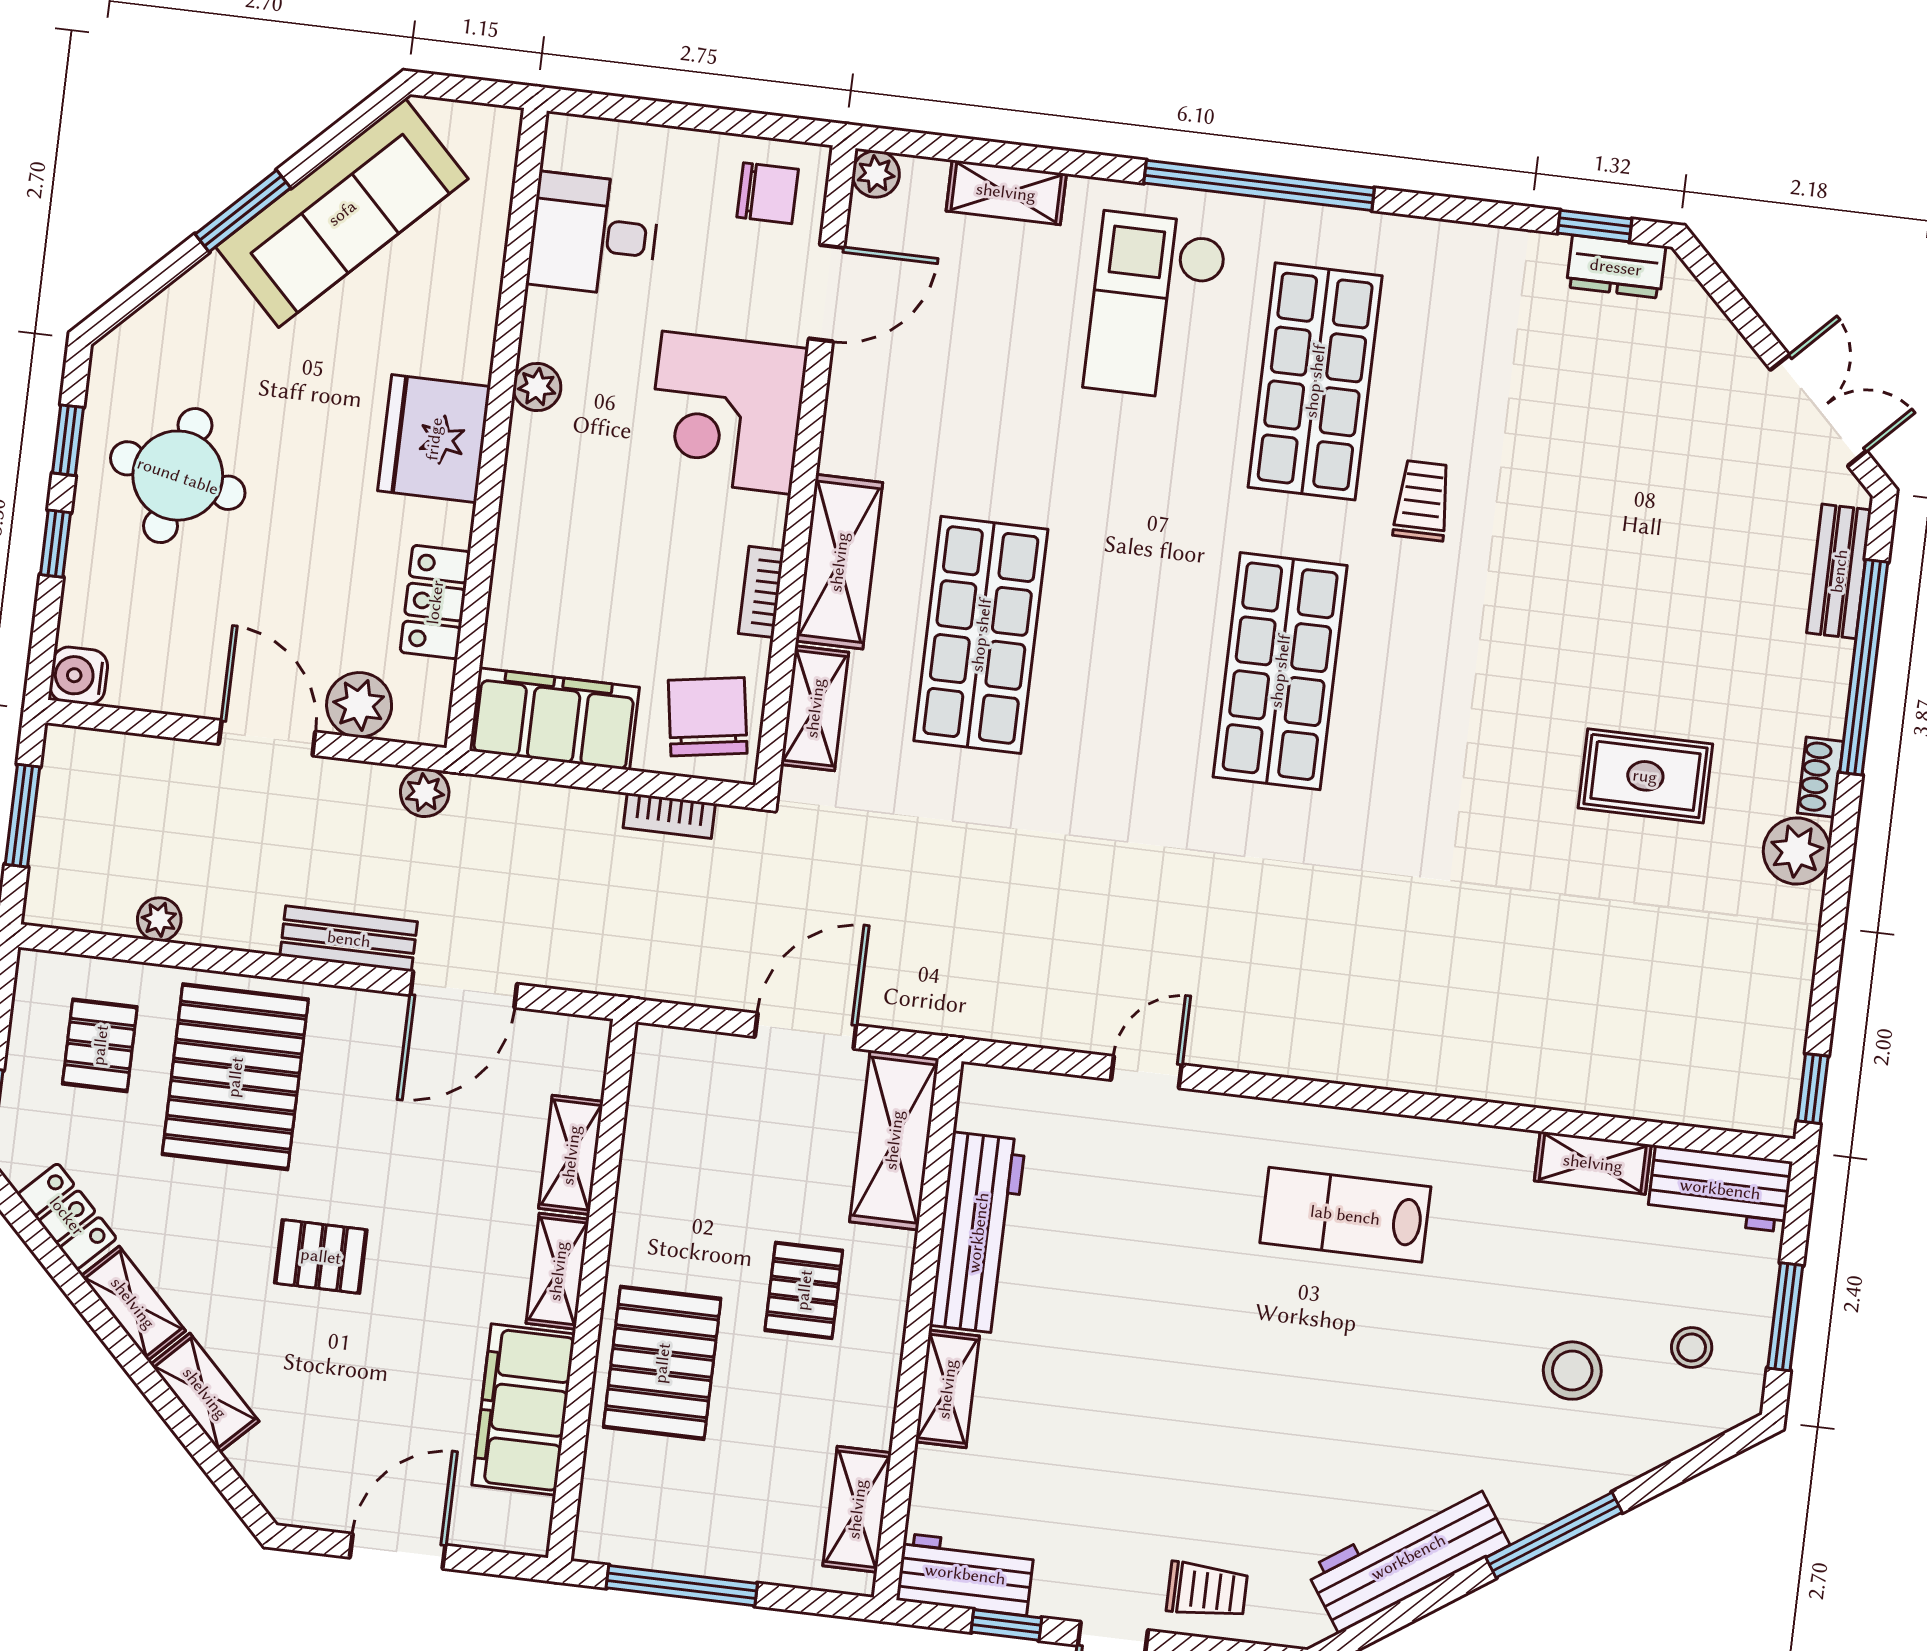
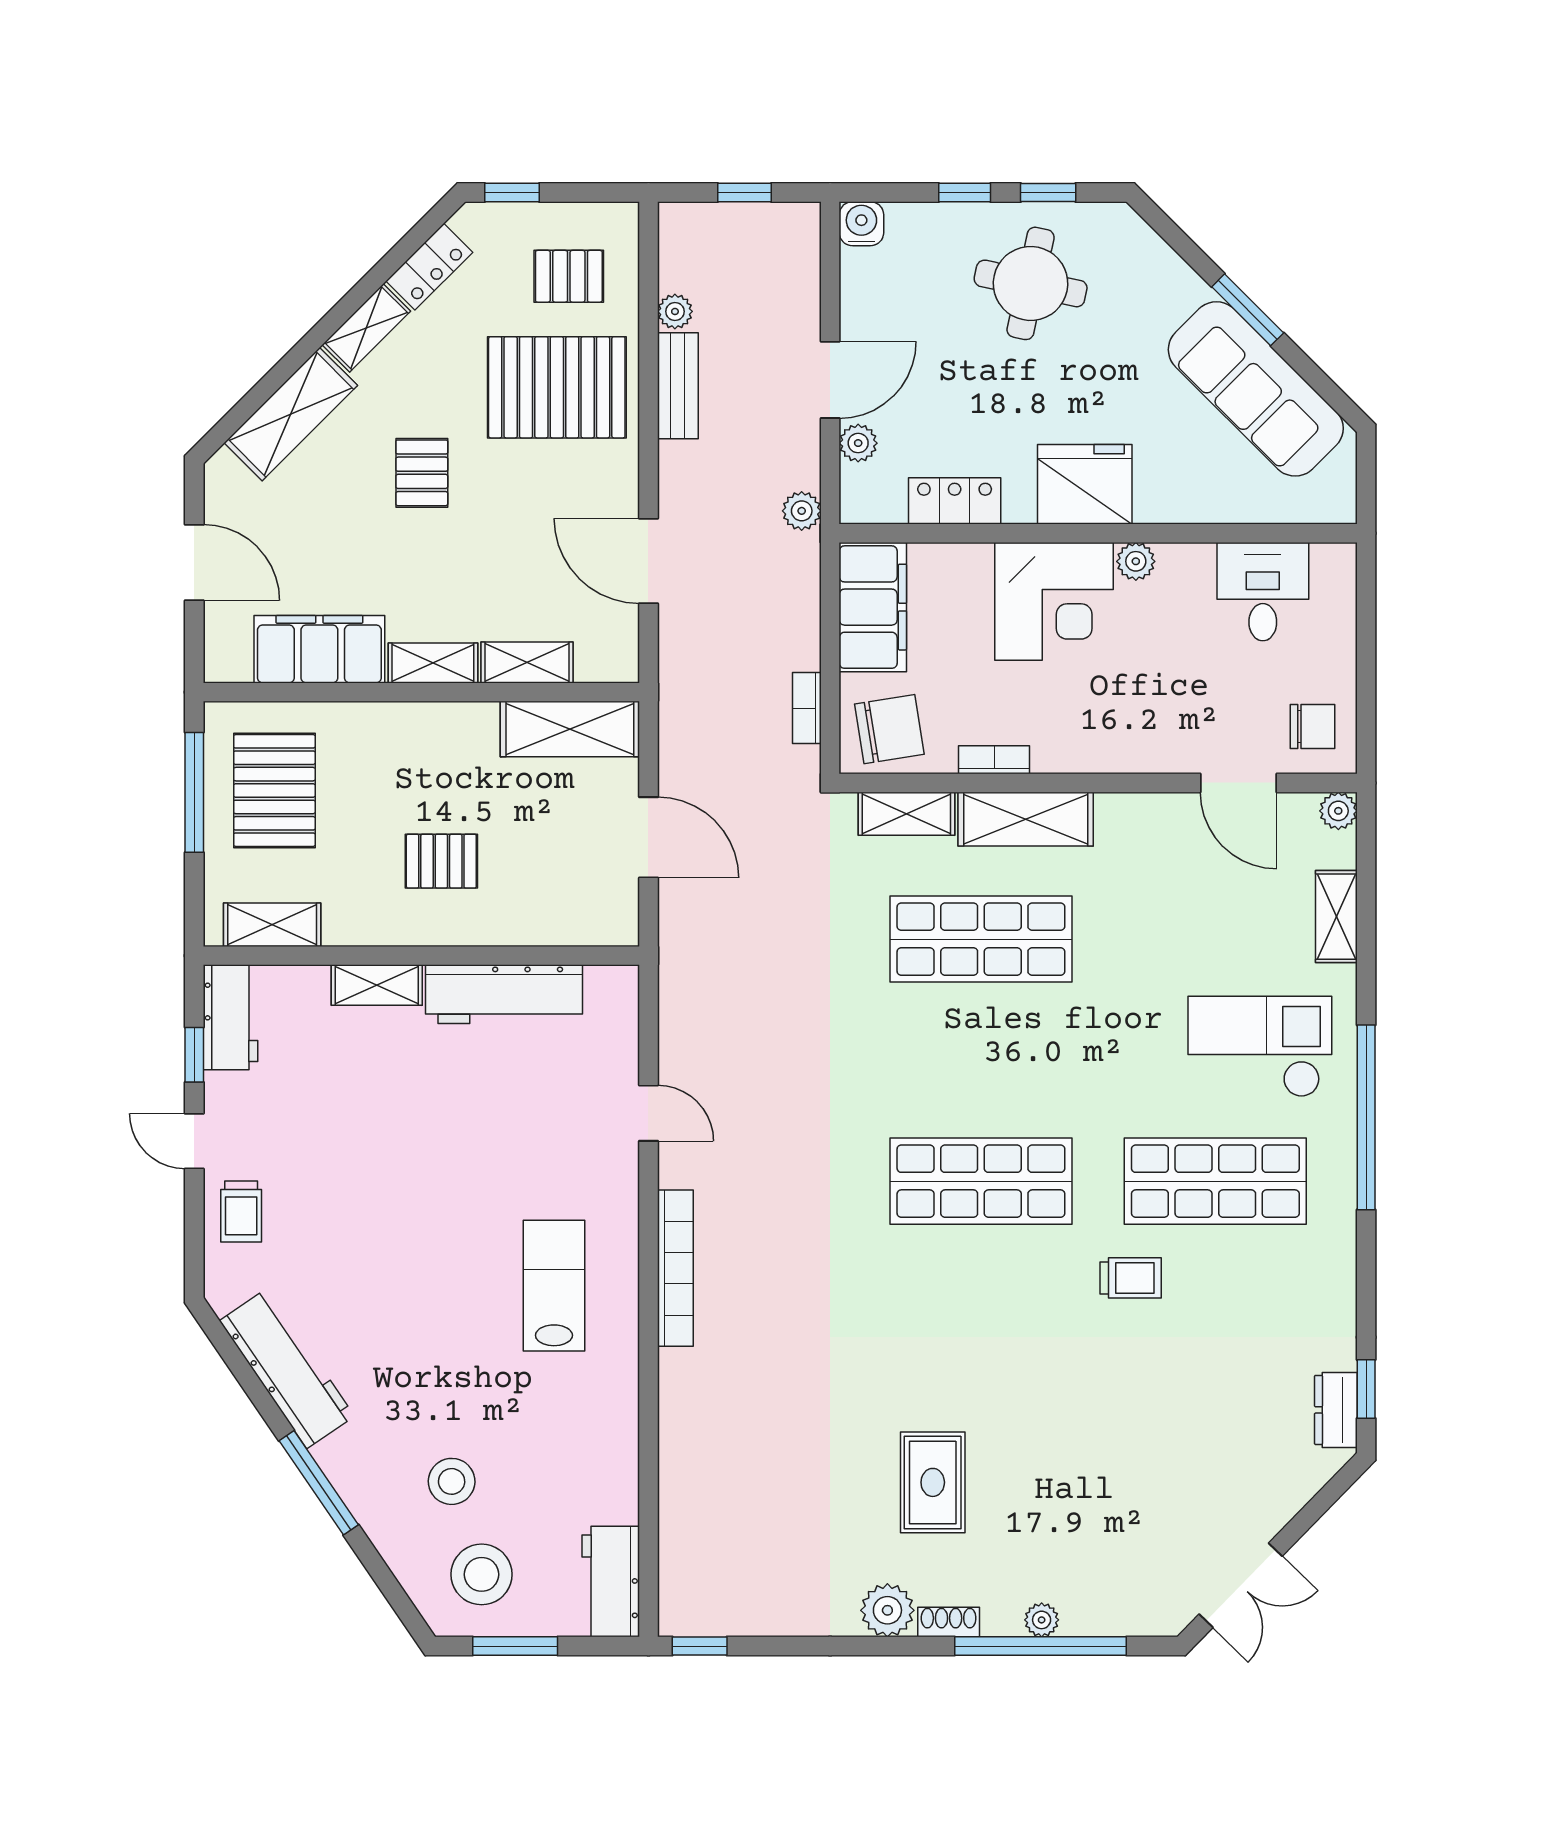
chair: (768, 193) -> (1313, 726), turned -90
corner desk: (726, 413) -> (1054, 601), moved, turned 180
bench: (1839, 571) -> (1114, 1617), removed
plant: (1832, 662) -> (1042, 1620), added
plant: (359, 705) -> (858, 443), width x0.73, depth x0.73
window: (23, 816) -> (745, 192), width x0.67
bench: (349, 939) -> (678, 386), moved
bookcase: (1342, 1062) -> (675, 1268), added
shelving: (894, 1140) -> (570, 729), moved
shelving: (1593, 1163) -> (619, 1478), removed
stool: (1692, 1347) -> (482, 1574), width x1.89, depth x1.89
pallet: (662, 1363) -> (274, 791), moved, turned 90
shelving: (205, 1393) -> (291, 414), width x1.50, depth x1.33

